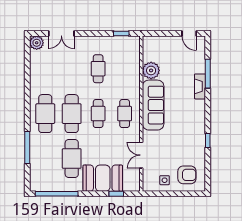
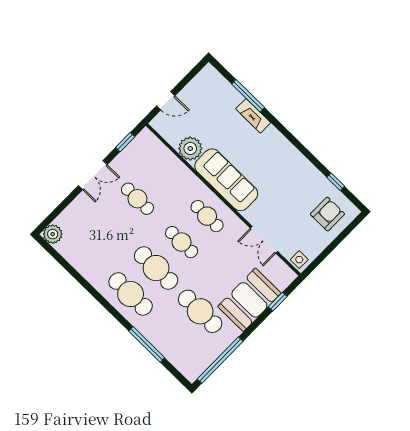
double door: (61, 33) -> (93, 175), moved
door: (189, 33) -> (166, 101), moved
window: (208, 140) -> (336, 182), moved
side table: (165, 180) -> (299, 260), moved

